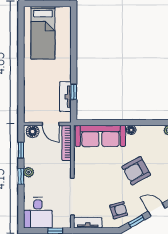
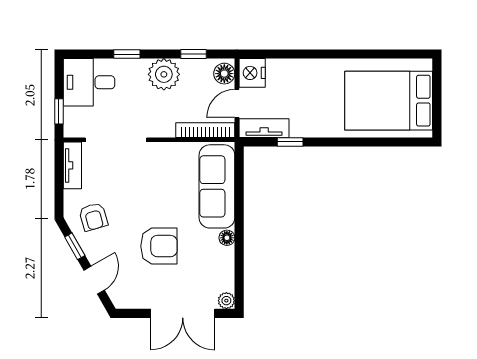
bed: (43, 33) -> (389, 101), width x1.50
tv unit: (65, 97) -> (264, 128), moved
nightstand: (32, 115) -> (252, 73), added
armchair: (136, 171) -> (159, 246), turned 119
plant: (29, 172) -> (164, 74), width x1.88, depth x1.88
window: (21, 176) -> (127, 54), moved

